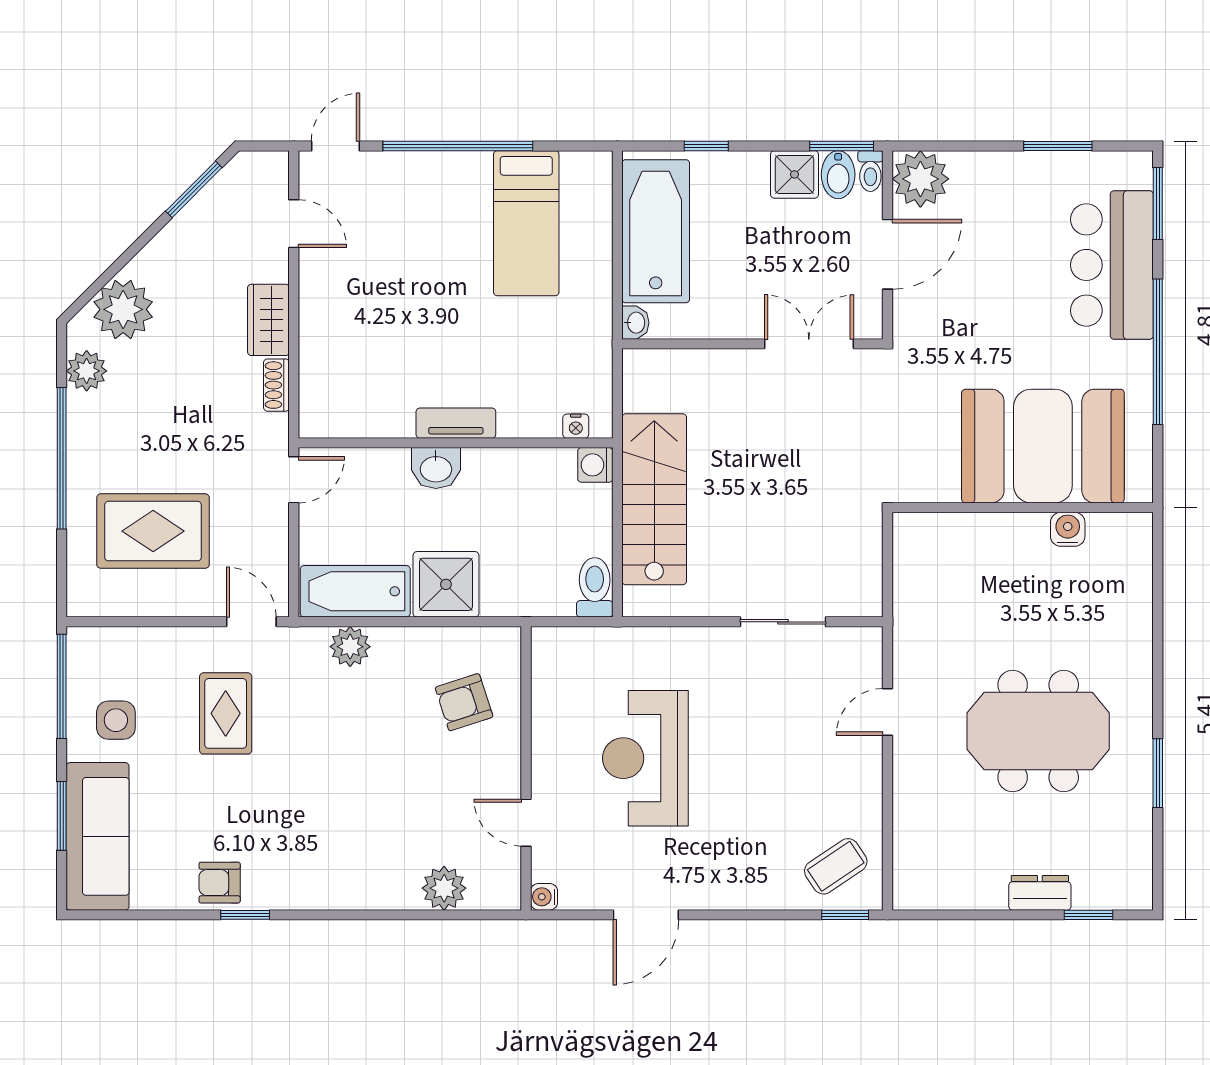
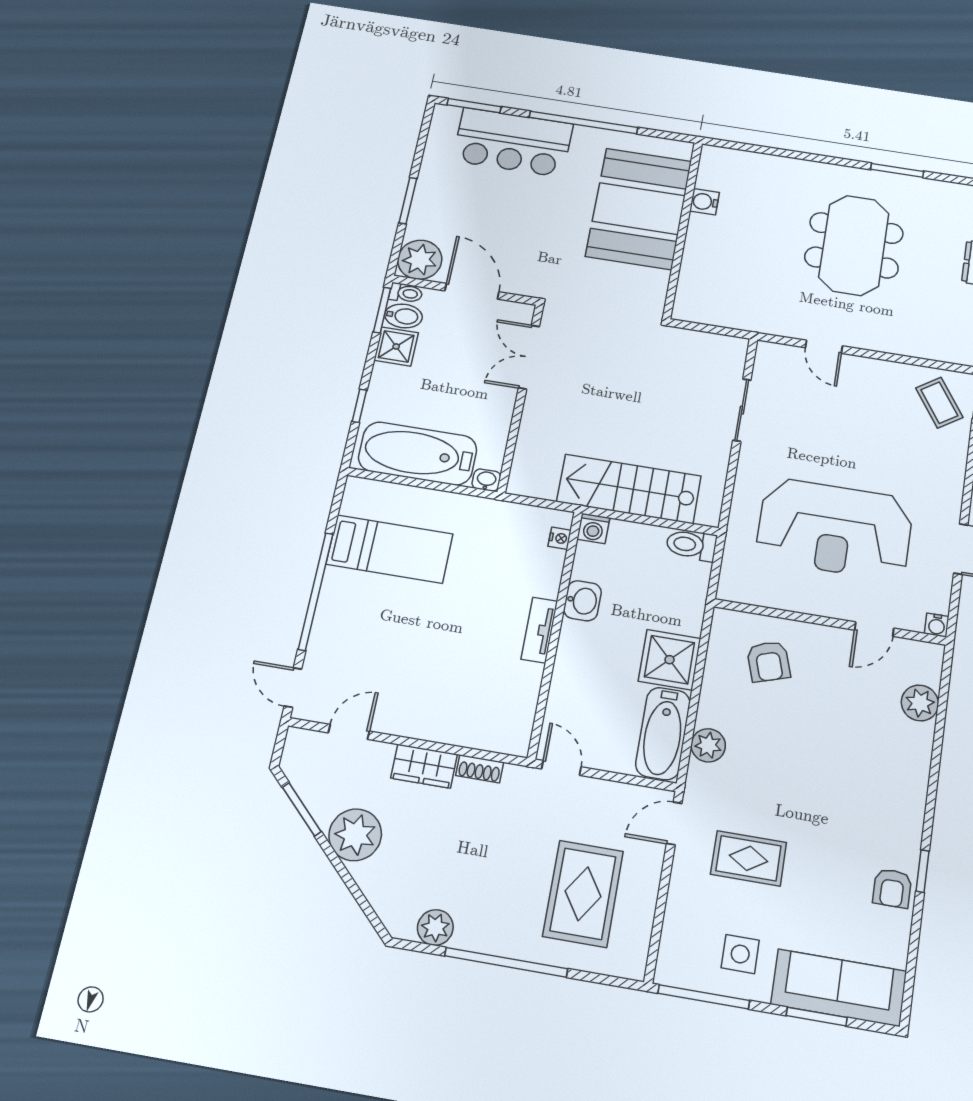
window: (1058, 146) -> (408, 201), moved
plant: (123, 309) -> (355, 835), moved
washbasin: (436, 468) -> (582, 601), moved
reception desk: (645, 758) -> (835, 529), width x1.36, depth x1.30

